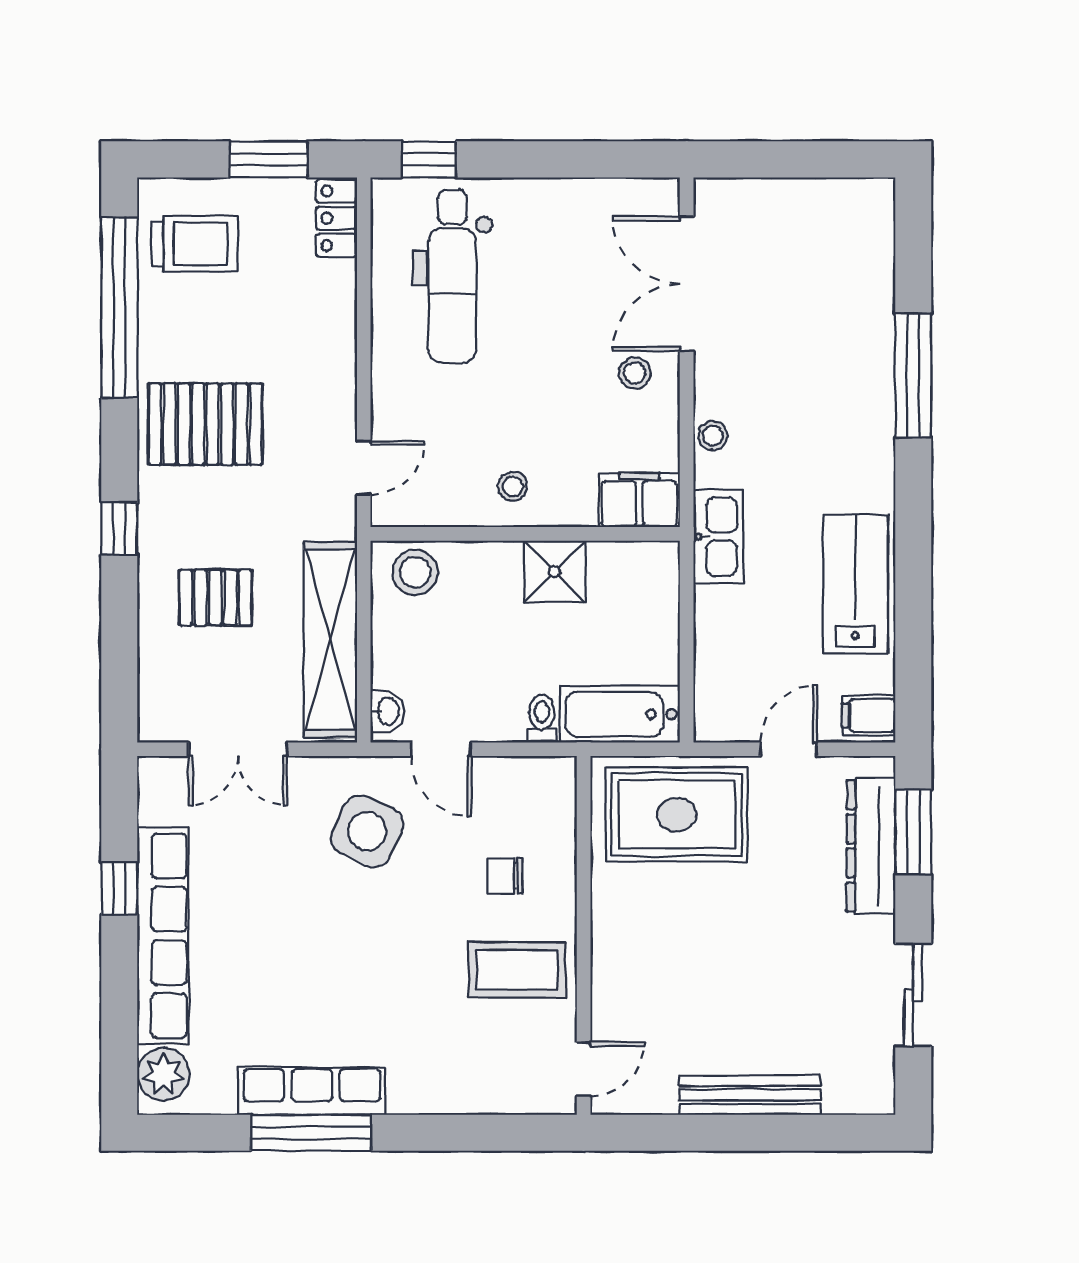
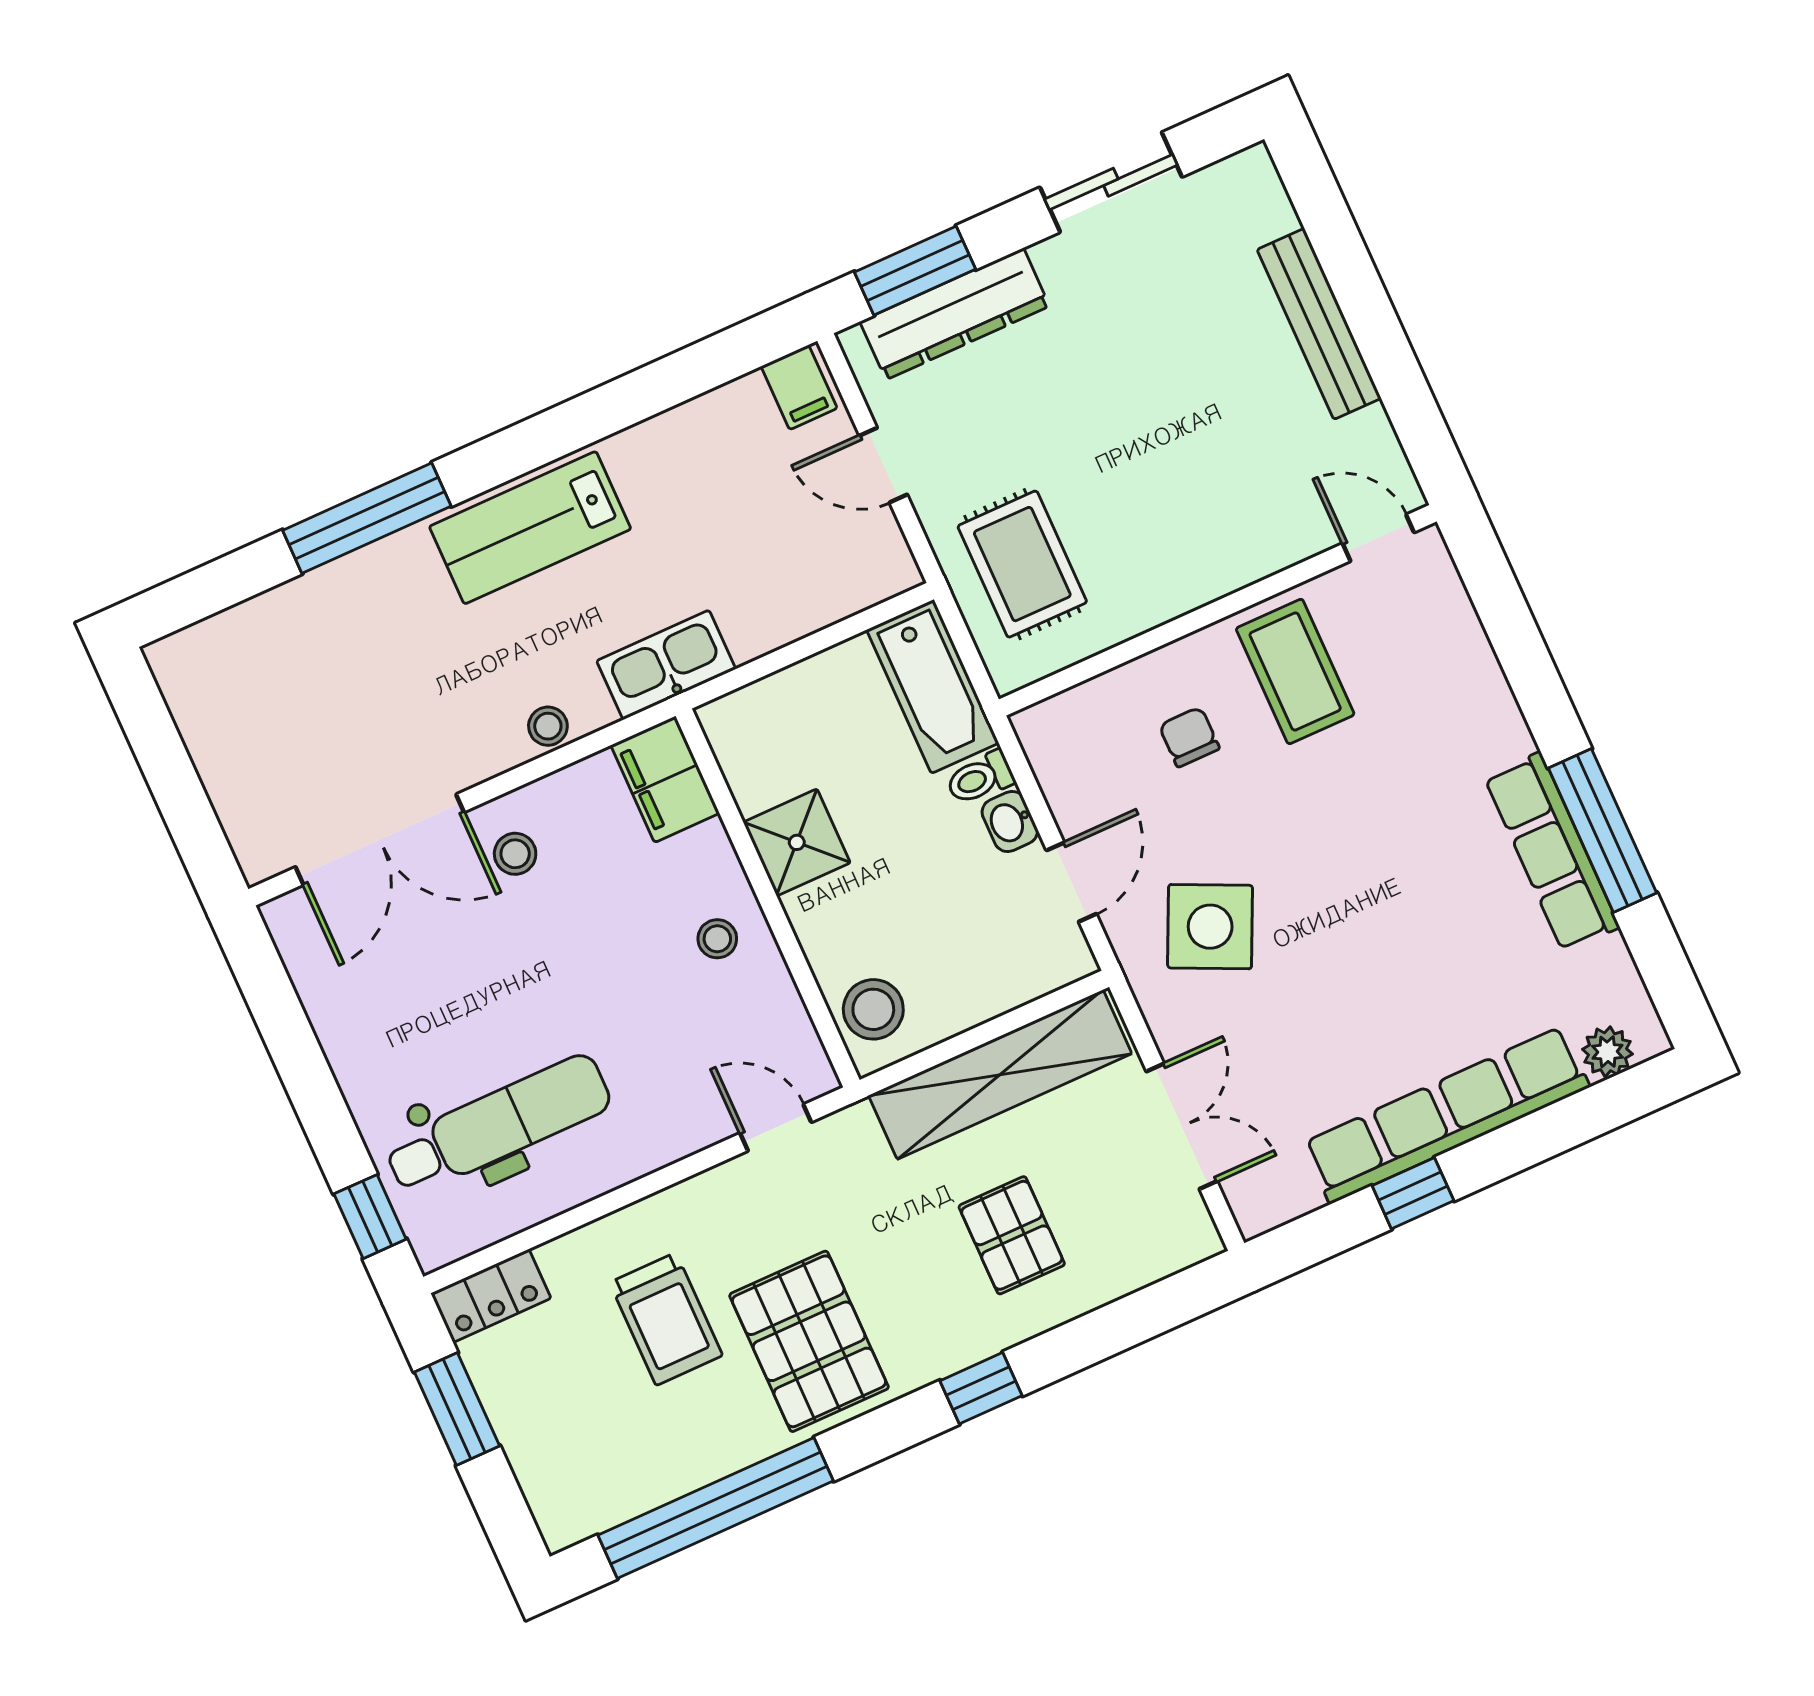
trolley: (194, 244) -> (666, 1319), moved, turned 180
lab bench: (855, 584) -> (530, 528), moved
washbasin: (388, 711) -> (1010, 821), moved, turned -90
rug: (677, 815) -> (1022, 564), width x0.73, depth x0.70
chair: (505, 876) -> (1189, 737), turned 180
plant: (164, 1074) -> (1608, 1052), width x0.73, depth x0.73

